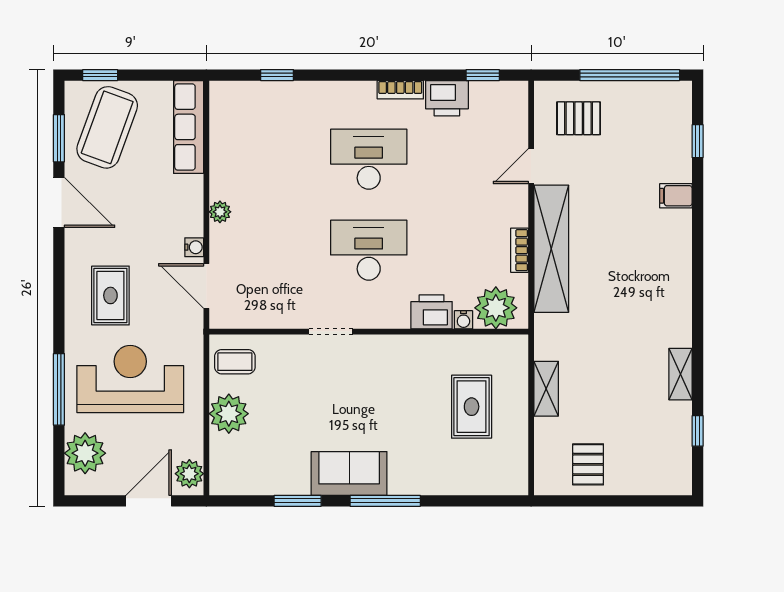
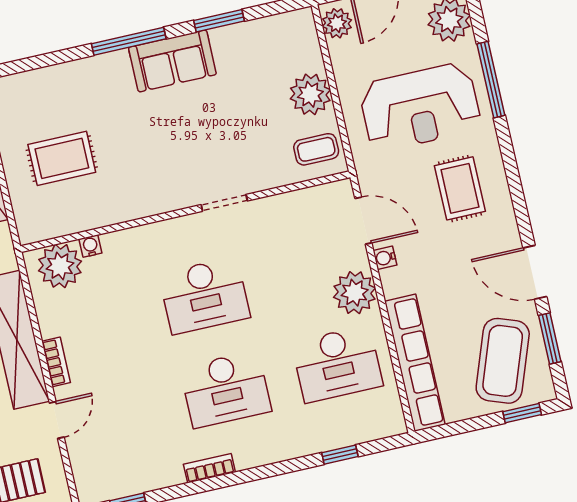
printer: (447, 98) -> (159, 470), removed
row of seats: (189, 127) -> (415, 363), width x1.36
desk: (261, 159) -> (337, 364), added
plant: (220, 212) -> (355, 293), width x1.88, depth x1.88
bookcase: (520, 250) -> (56, 362), moved
printer: (432, 312) -> (125, 247), removed
rug: (472, 407) -> (62, 158), turned 90

